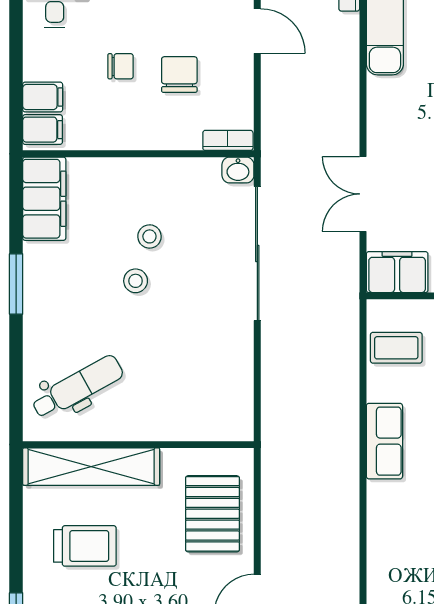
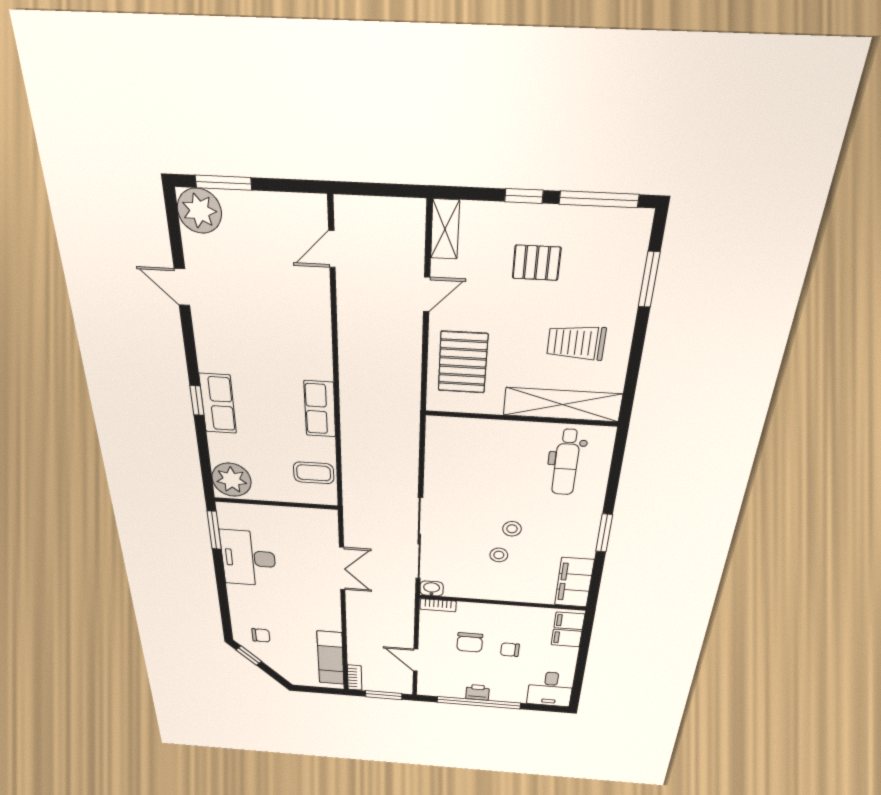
filing cabinet: (397, 272) -> (315, 521), removed
dental chair: (77, 387) -> (566, 462), turned -61

